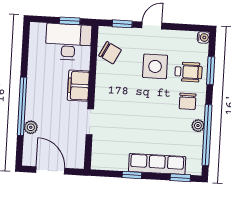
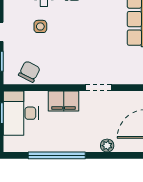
side table: (155, 66) -> (40, 26), width x0.54, depth x0.54
window: (22, 106) -> (57, 155), moved

